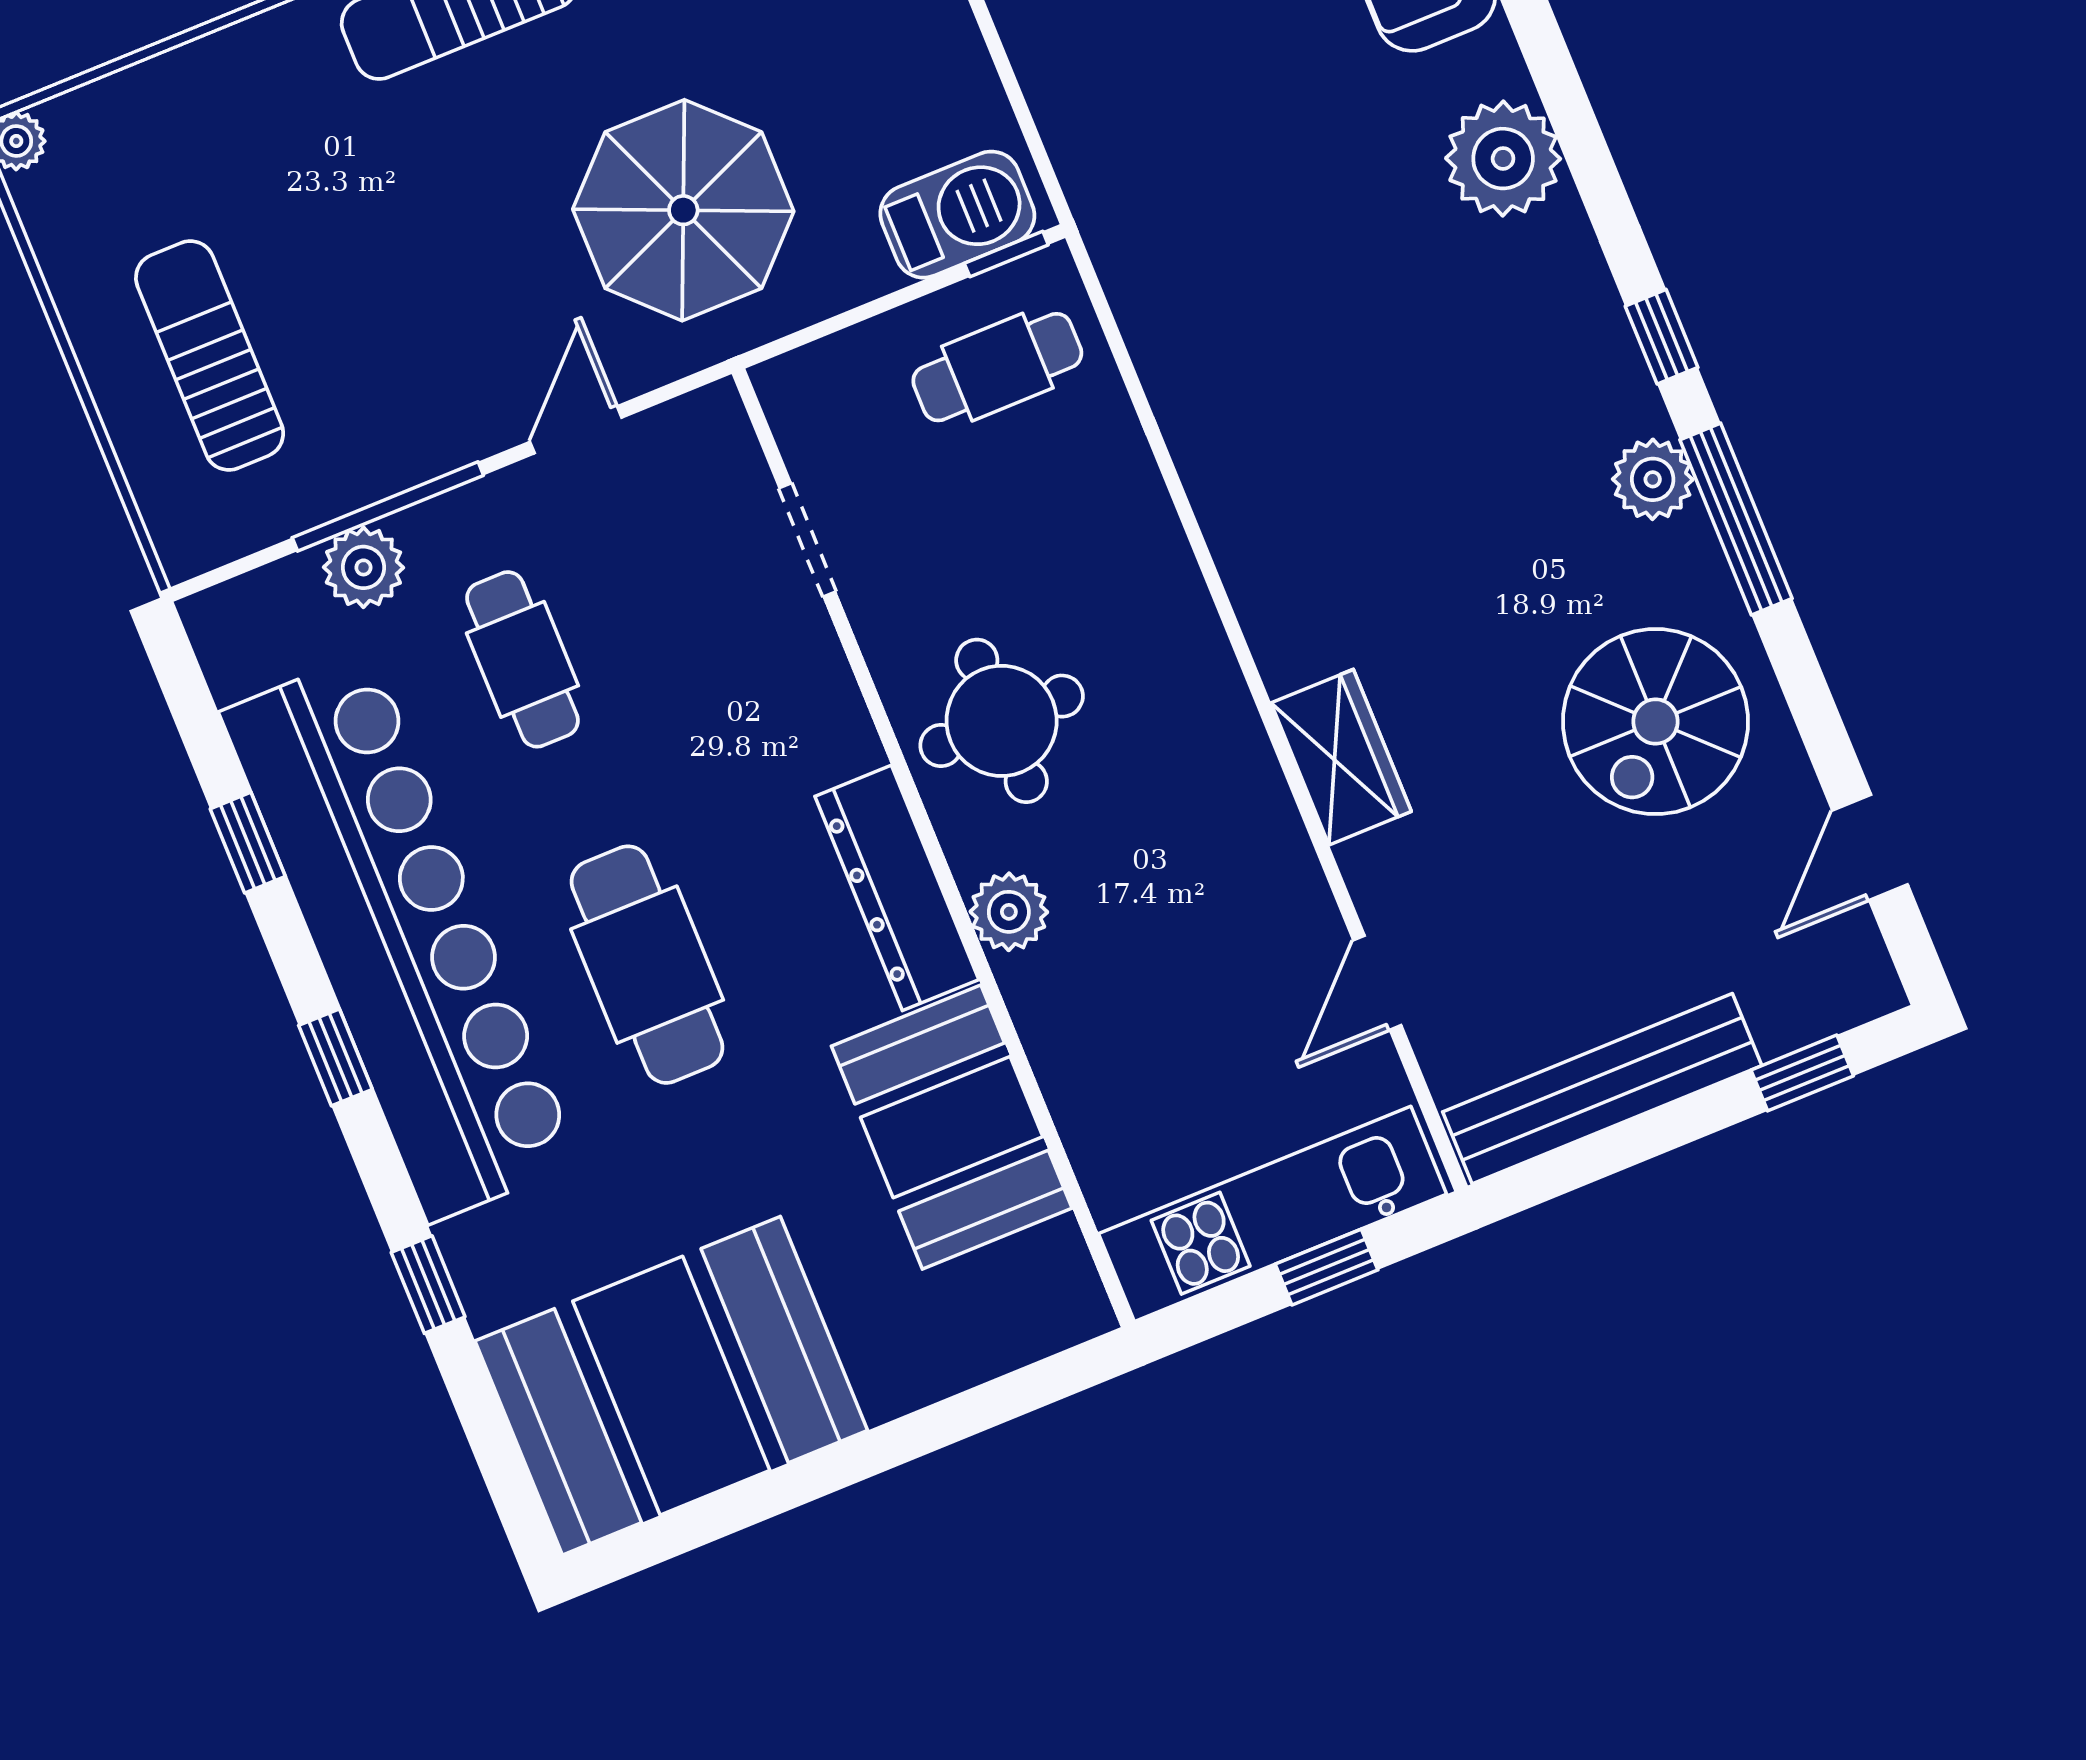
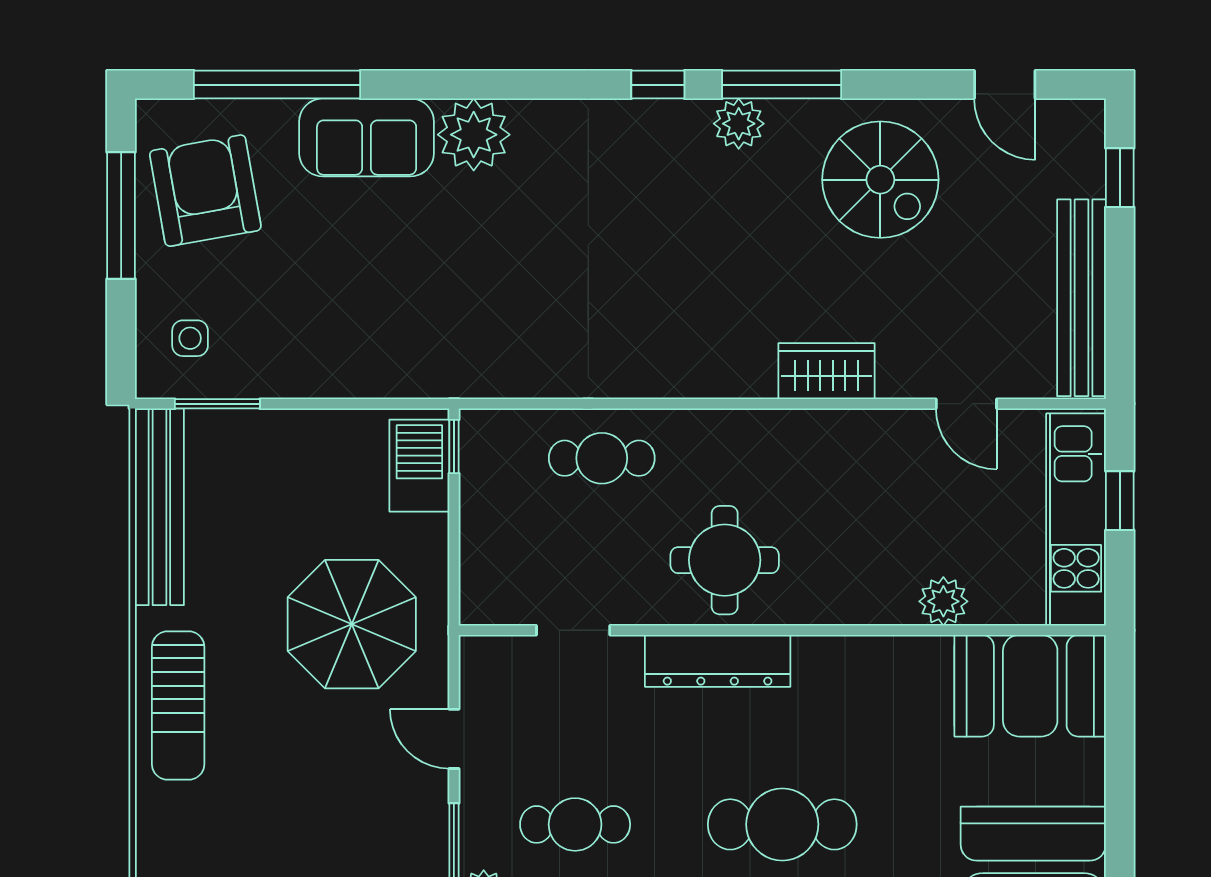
plant: (1503, 159) -> (474, 135), moved
cafe table: (997, 367) -> (602, 458), moved, turned 90
dresser: (897, 888) -> (718, 661), moved
plant: (1009, 912) -> (943, 601), moved
booth: (952, 1127) -> (1030, 686), moved

